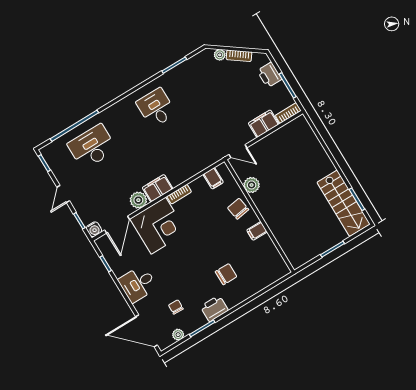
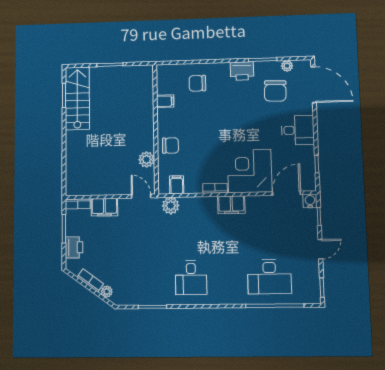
plant: (138, 200) -> (171, 206), moved
chair: (238, 209) -> (170, 146), turned -81
filing cabinet: (257, 231) -> (165, 101), moved
chair: (226, 274) -> (197, 83), moved
chair: (176, 307) -> (275, 91), width x1.87, depth x1.87

